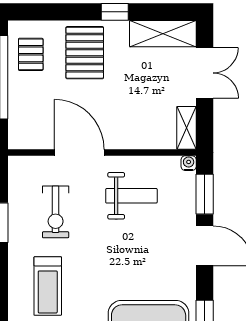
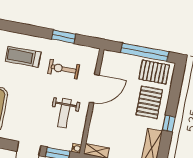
pallet: (85, 53) -> (149, 102), turned 90
pallet: (31, 54) -> (154, 72), width x1.50, depth x1.42

